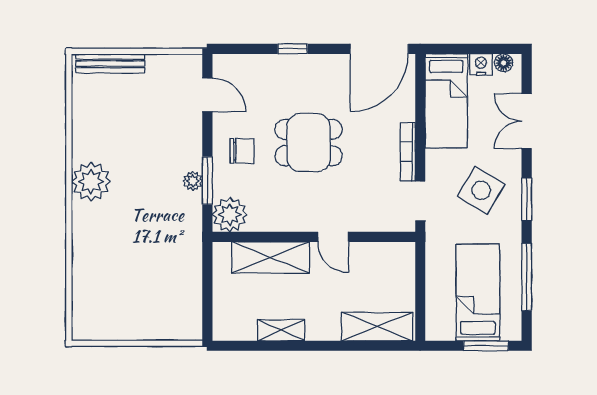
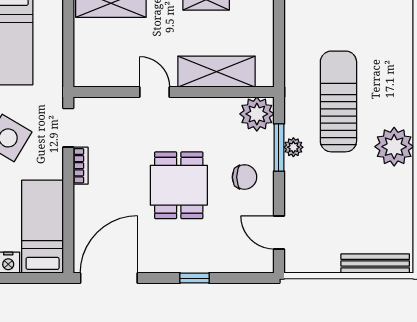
dining table: (309, 143) -> (179, 185), turned 90
chair: (242, 151) -> (244, 177), turned 180
bookcase: (408, 152) -> (81, 166), width x0.64
sun lounger: (147, 227) -> (338, 101), added

